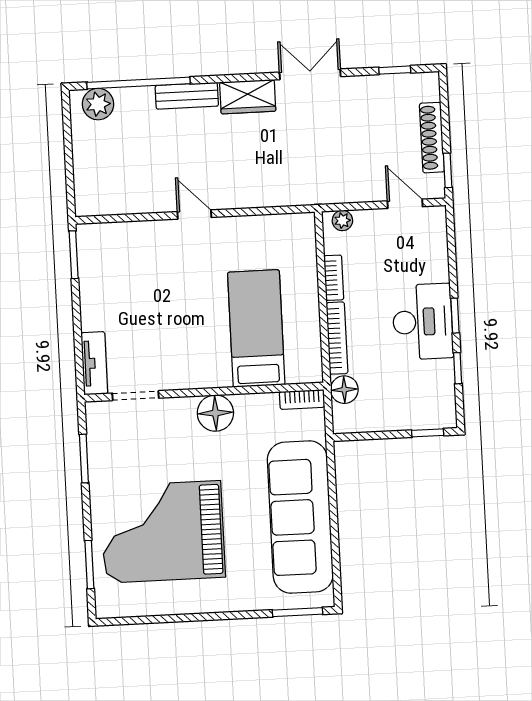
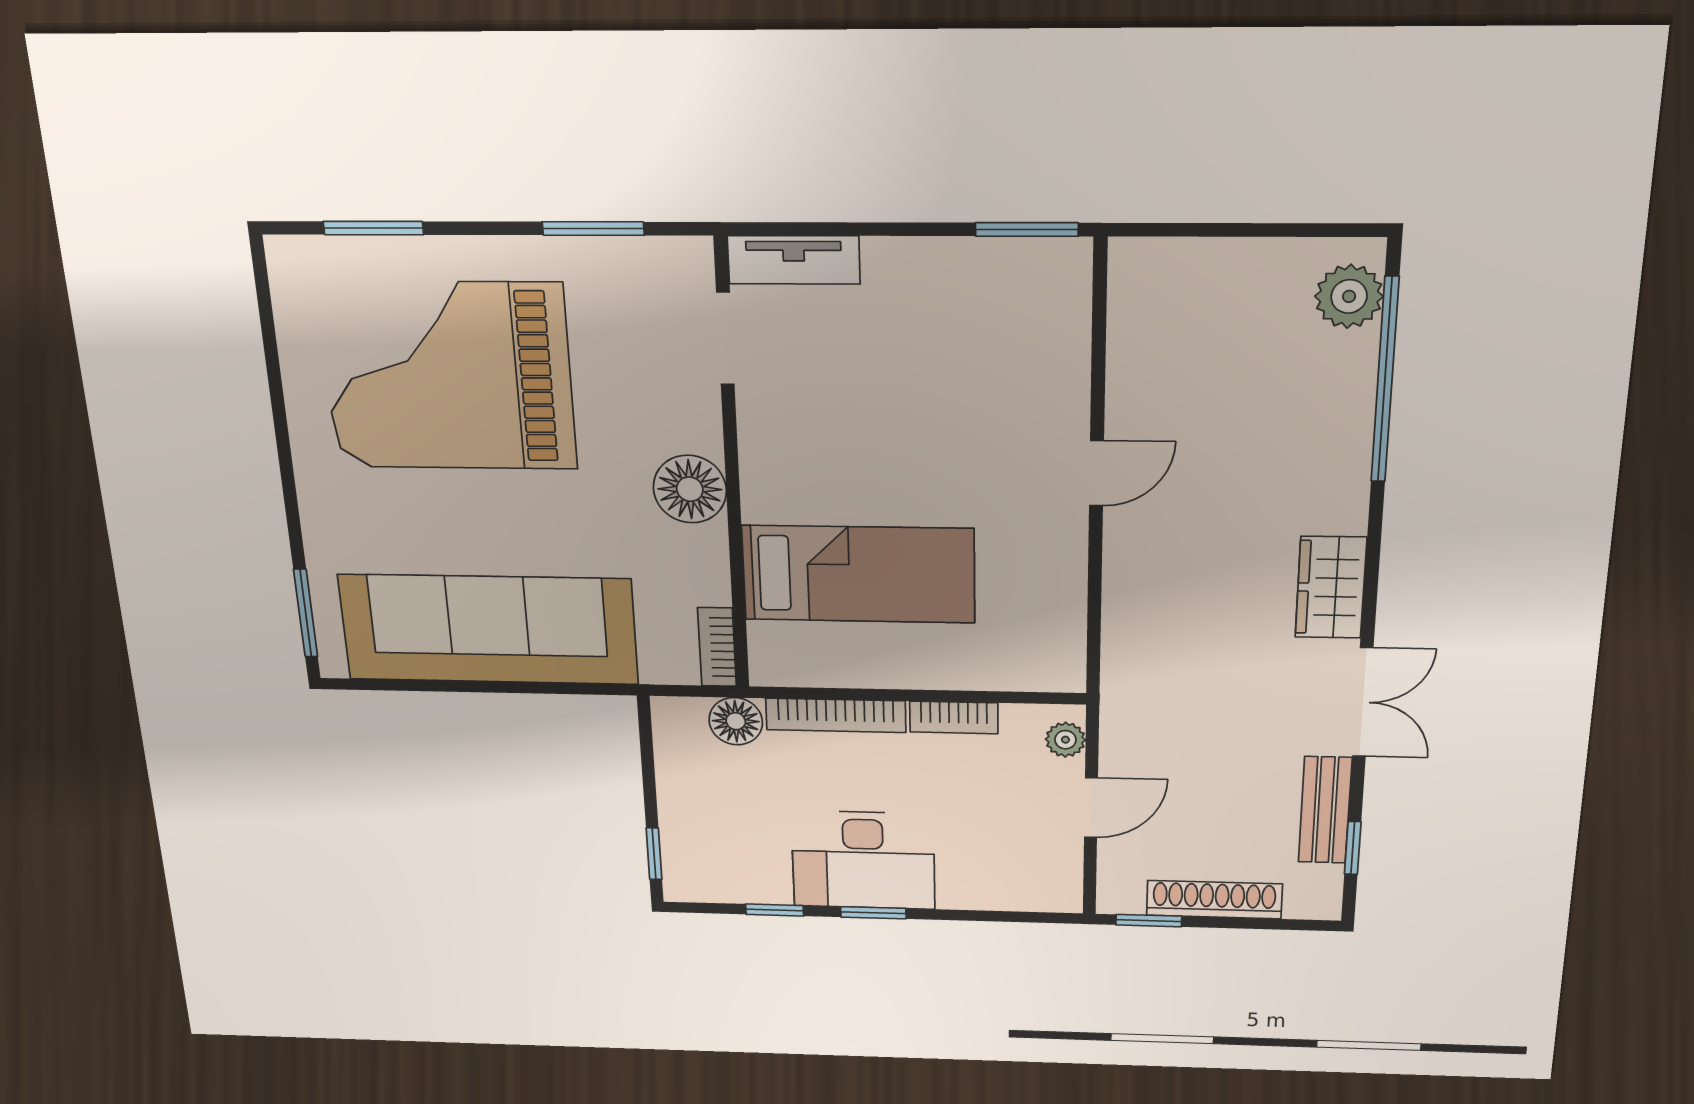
bench: (187, 96) -> (1325, 810), moved
door: (405, 204) -> (1091, 808), moved
grand piano: (163, 532) -> (448, 376), turned -90

